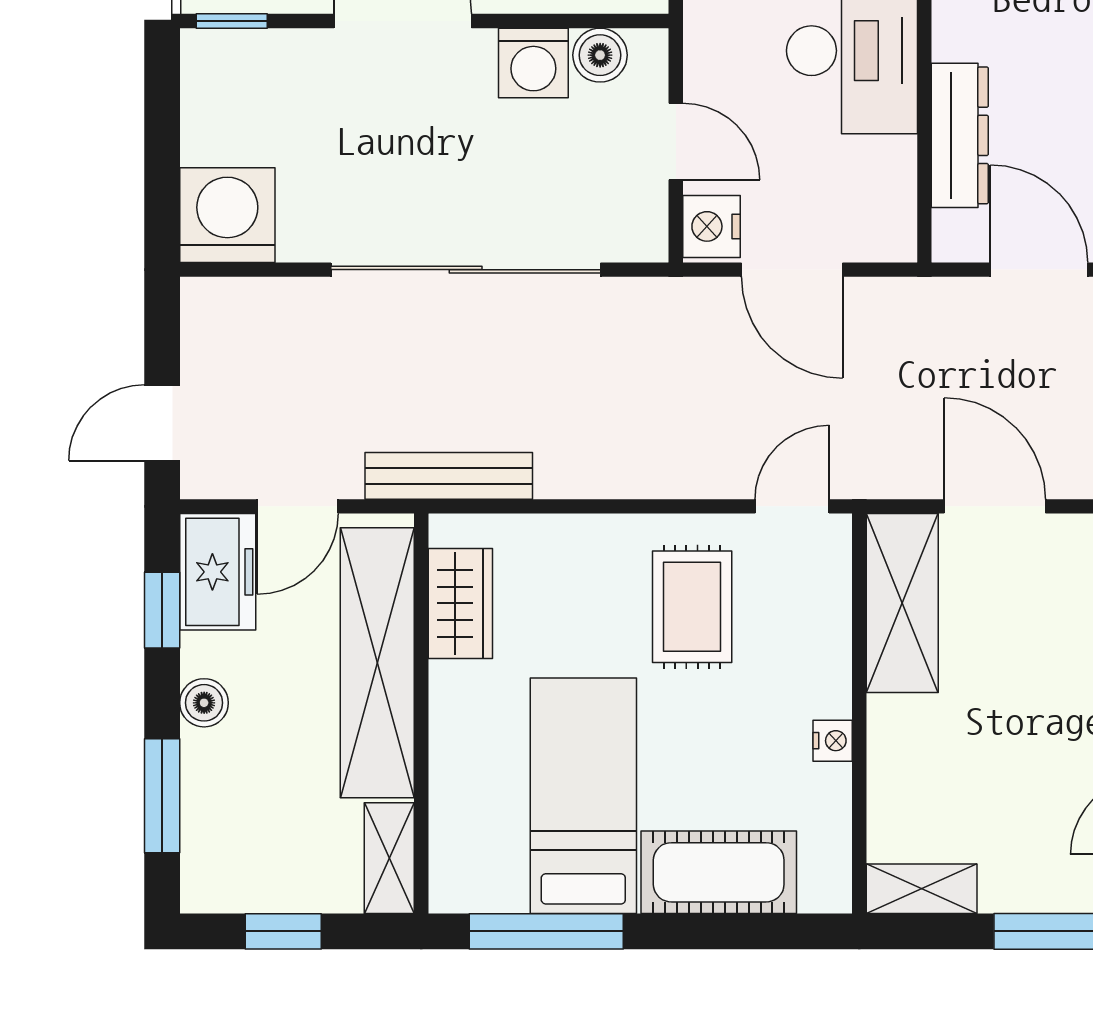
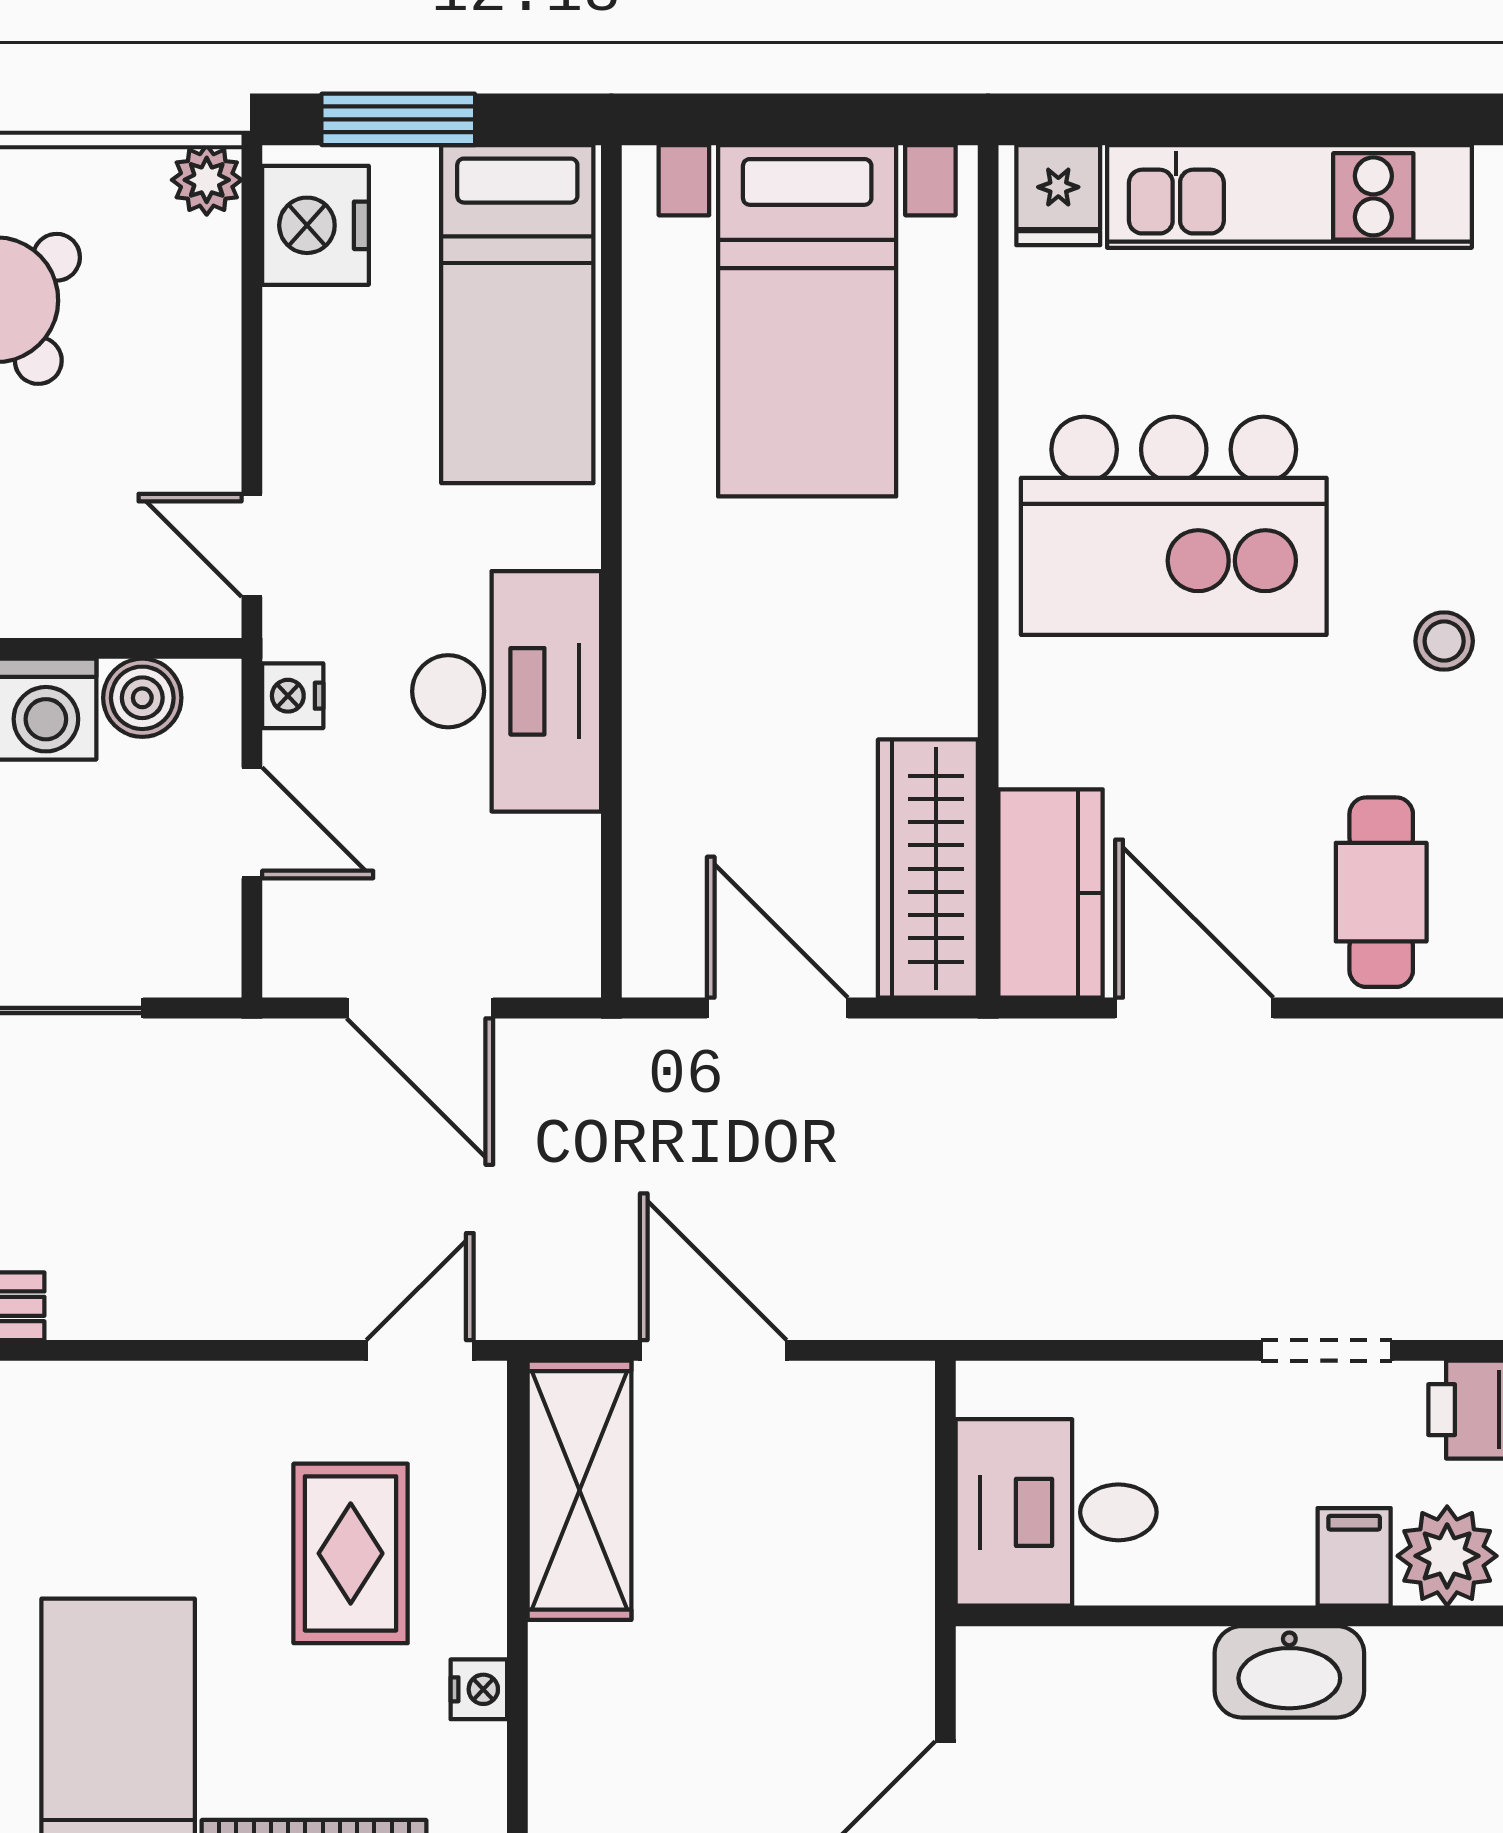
dresser: (960, 135) -> (663, 814), removed
nightstand: (712, 226) -> (293, 696), moved, width x0.72, depth x0.74
rug: (692, 607) -> (351, 1553), moved

